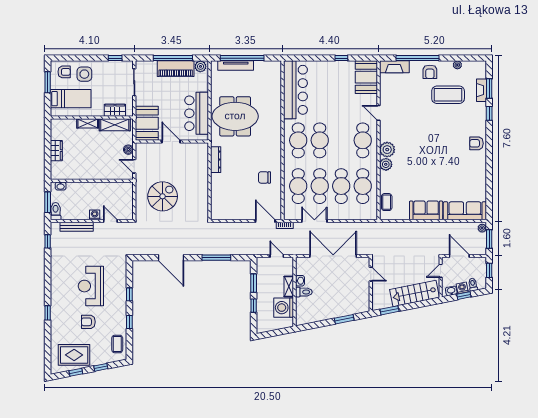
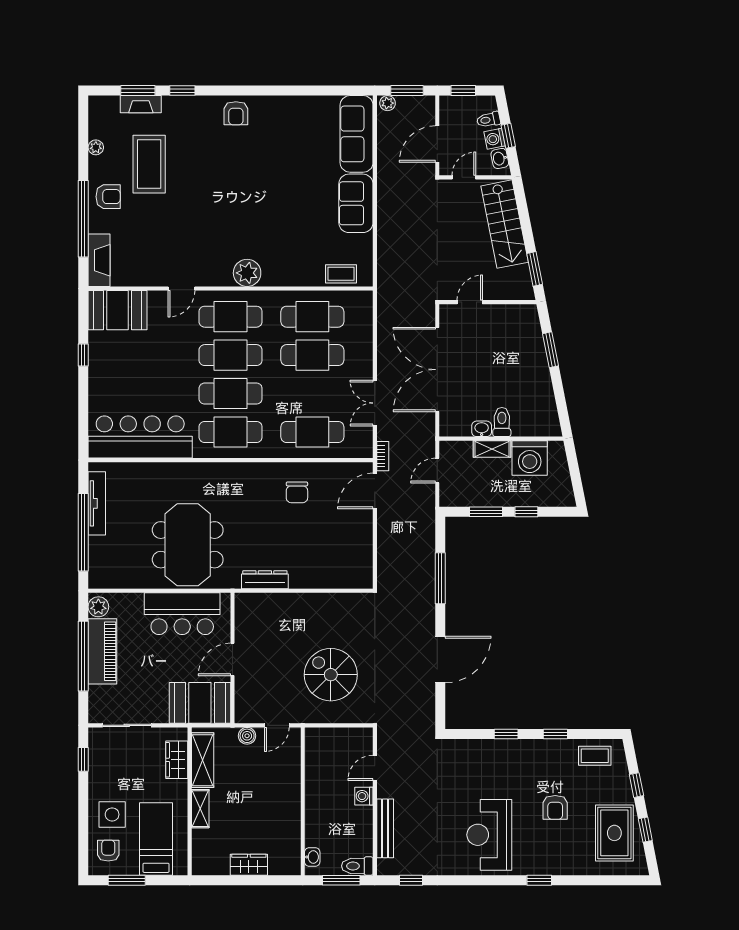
tv unit: (236, 66) -> (97, 503), moved
plant: (386, 164) -> (273, 275), removed
cafe table: (320, 186) -> (231, 355), moved
door: (441, 271) -> (464, 177), swing flipped
reception desk: (91, 286) -> (489, 835), moved, turned 90

